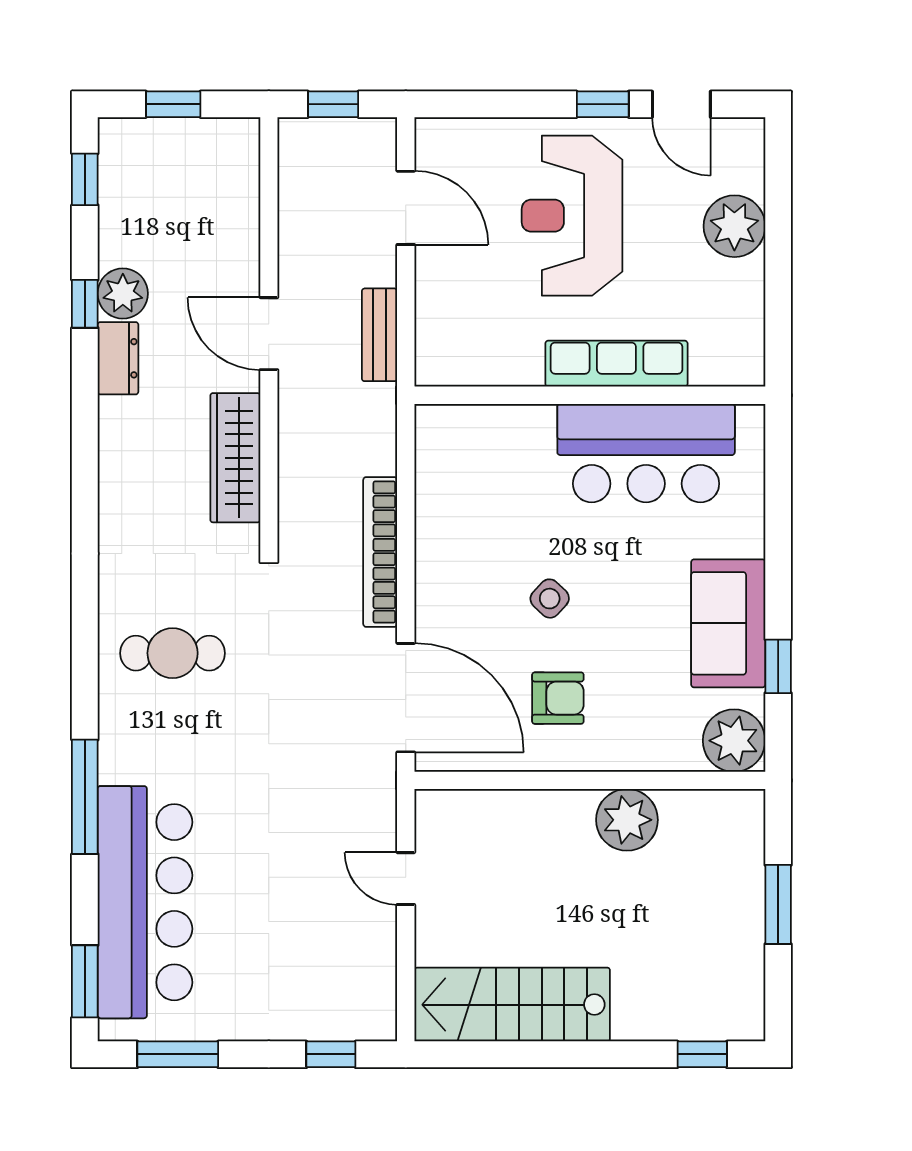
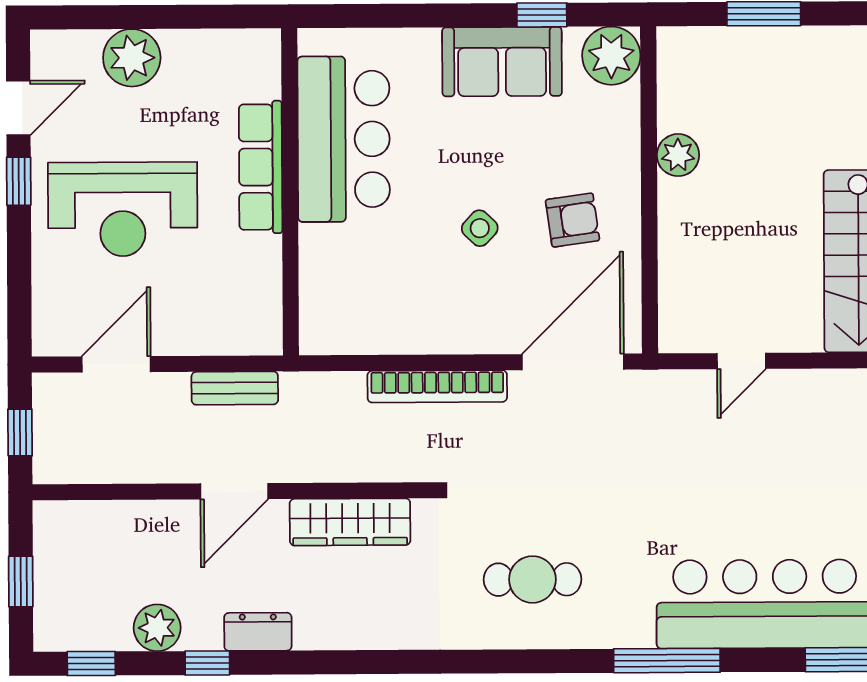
plant: (123, 294) -> (157, 628), moved
cafe table: (173, 653) -> (532, 579), turned 90
armchair: (558, 698) -> (573, 220), turned 82
plant: (627, 820) -> (678, 155), width x0.73, depth x0.73

